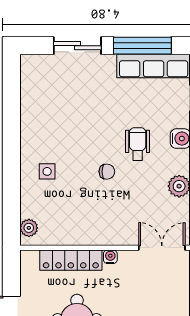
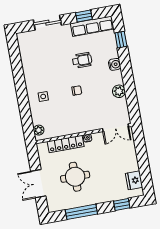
window: (142, 46) -> (84, 16), width x0.46
wheelchair: (138, 144) -> (82, 60), moved, turned 90
double door: (162, 248) -> (116, 128), swing flipped

